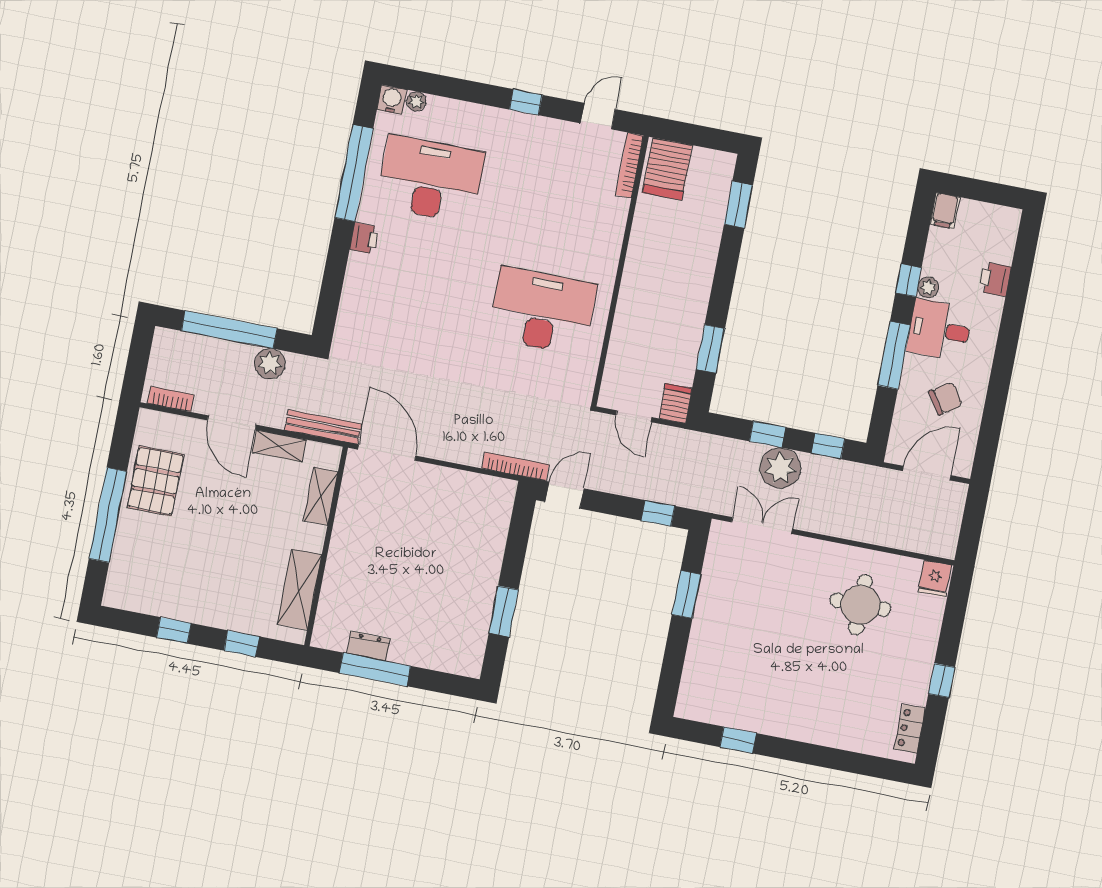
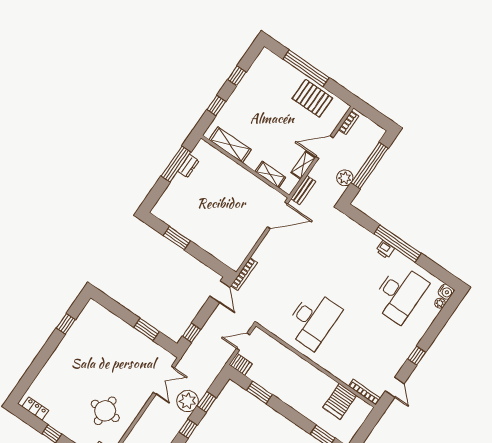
server rack: (667, 169) -> (340, 401), moved, turned -90
window: (354, 173) -> (397, 244), moved
bench: (323, 427) -> (303, 190), width x0.73

